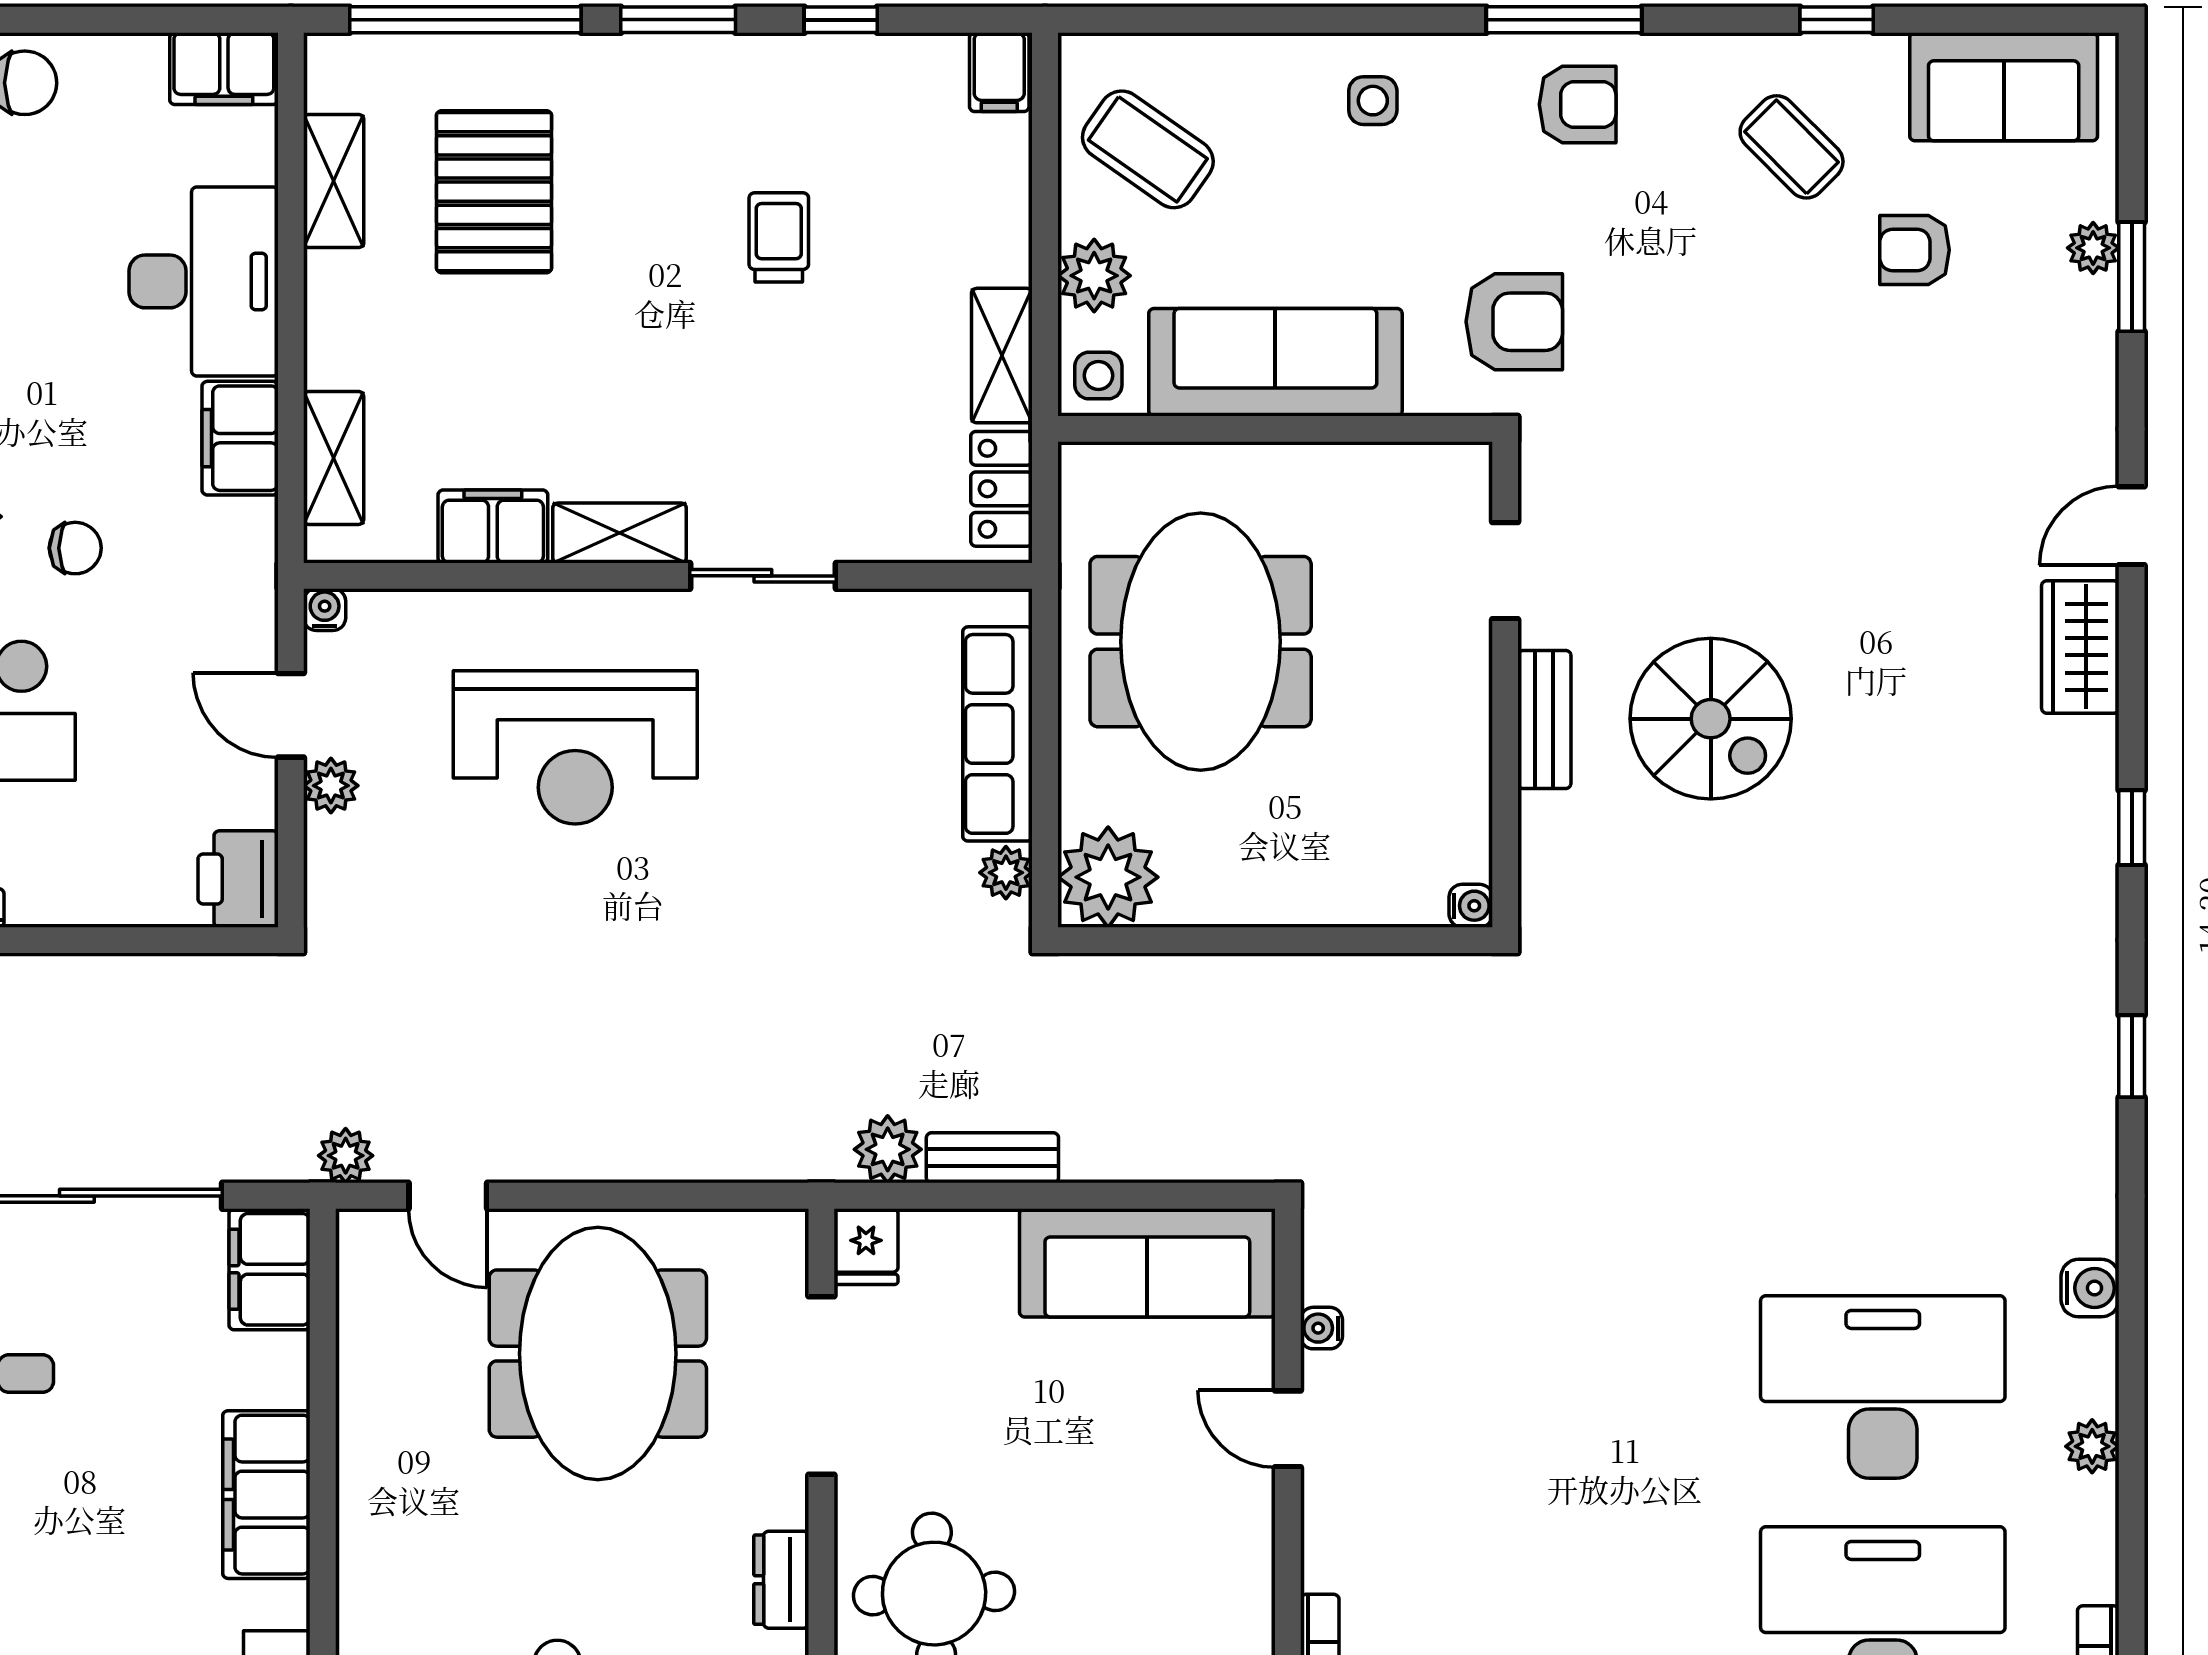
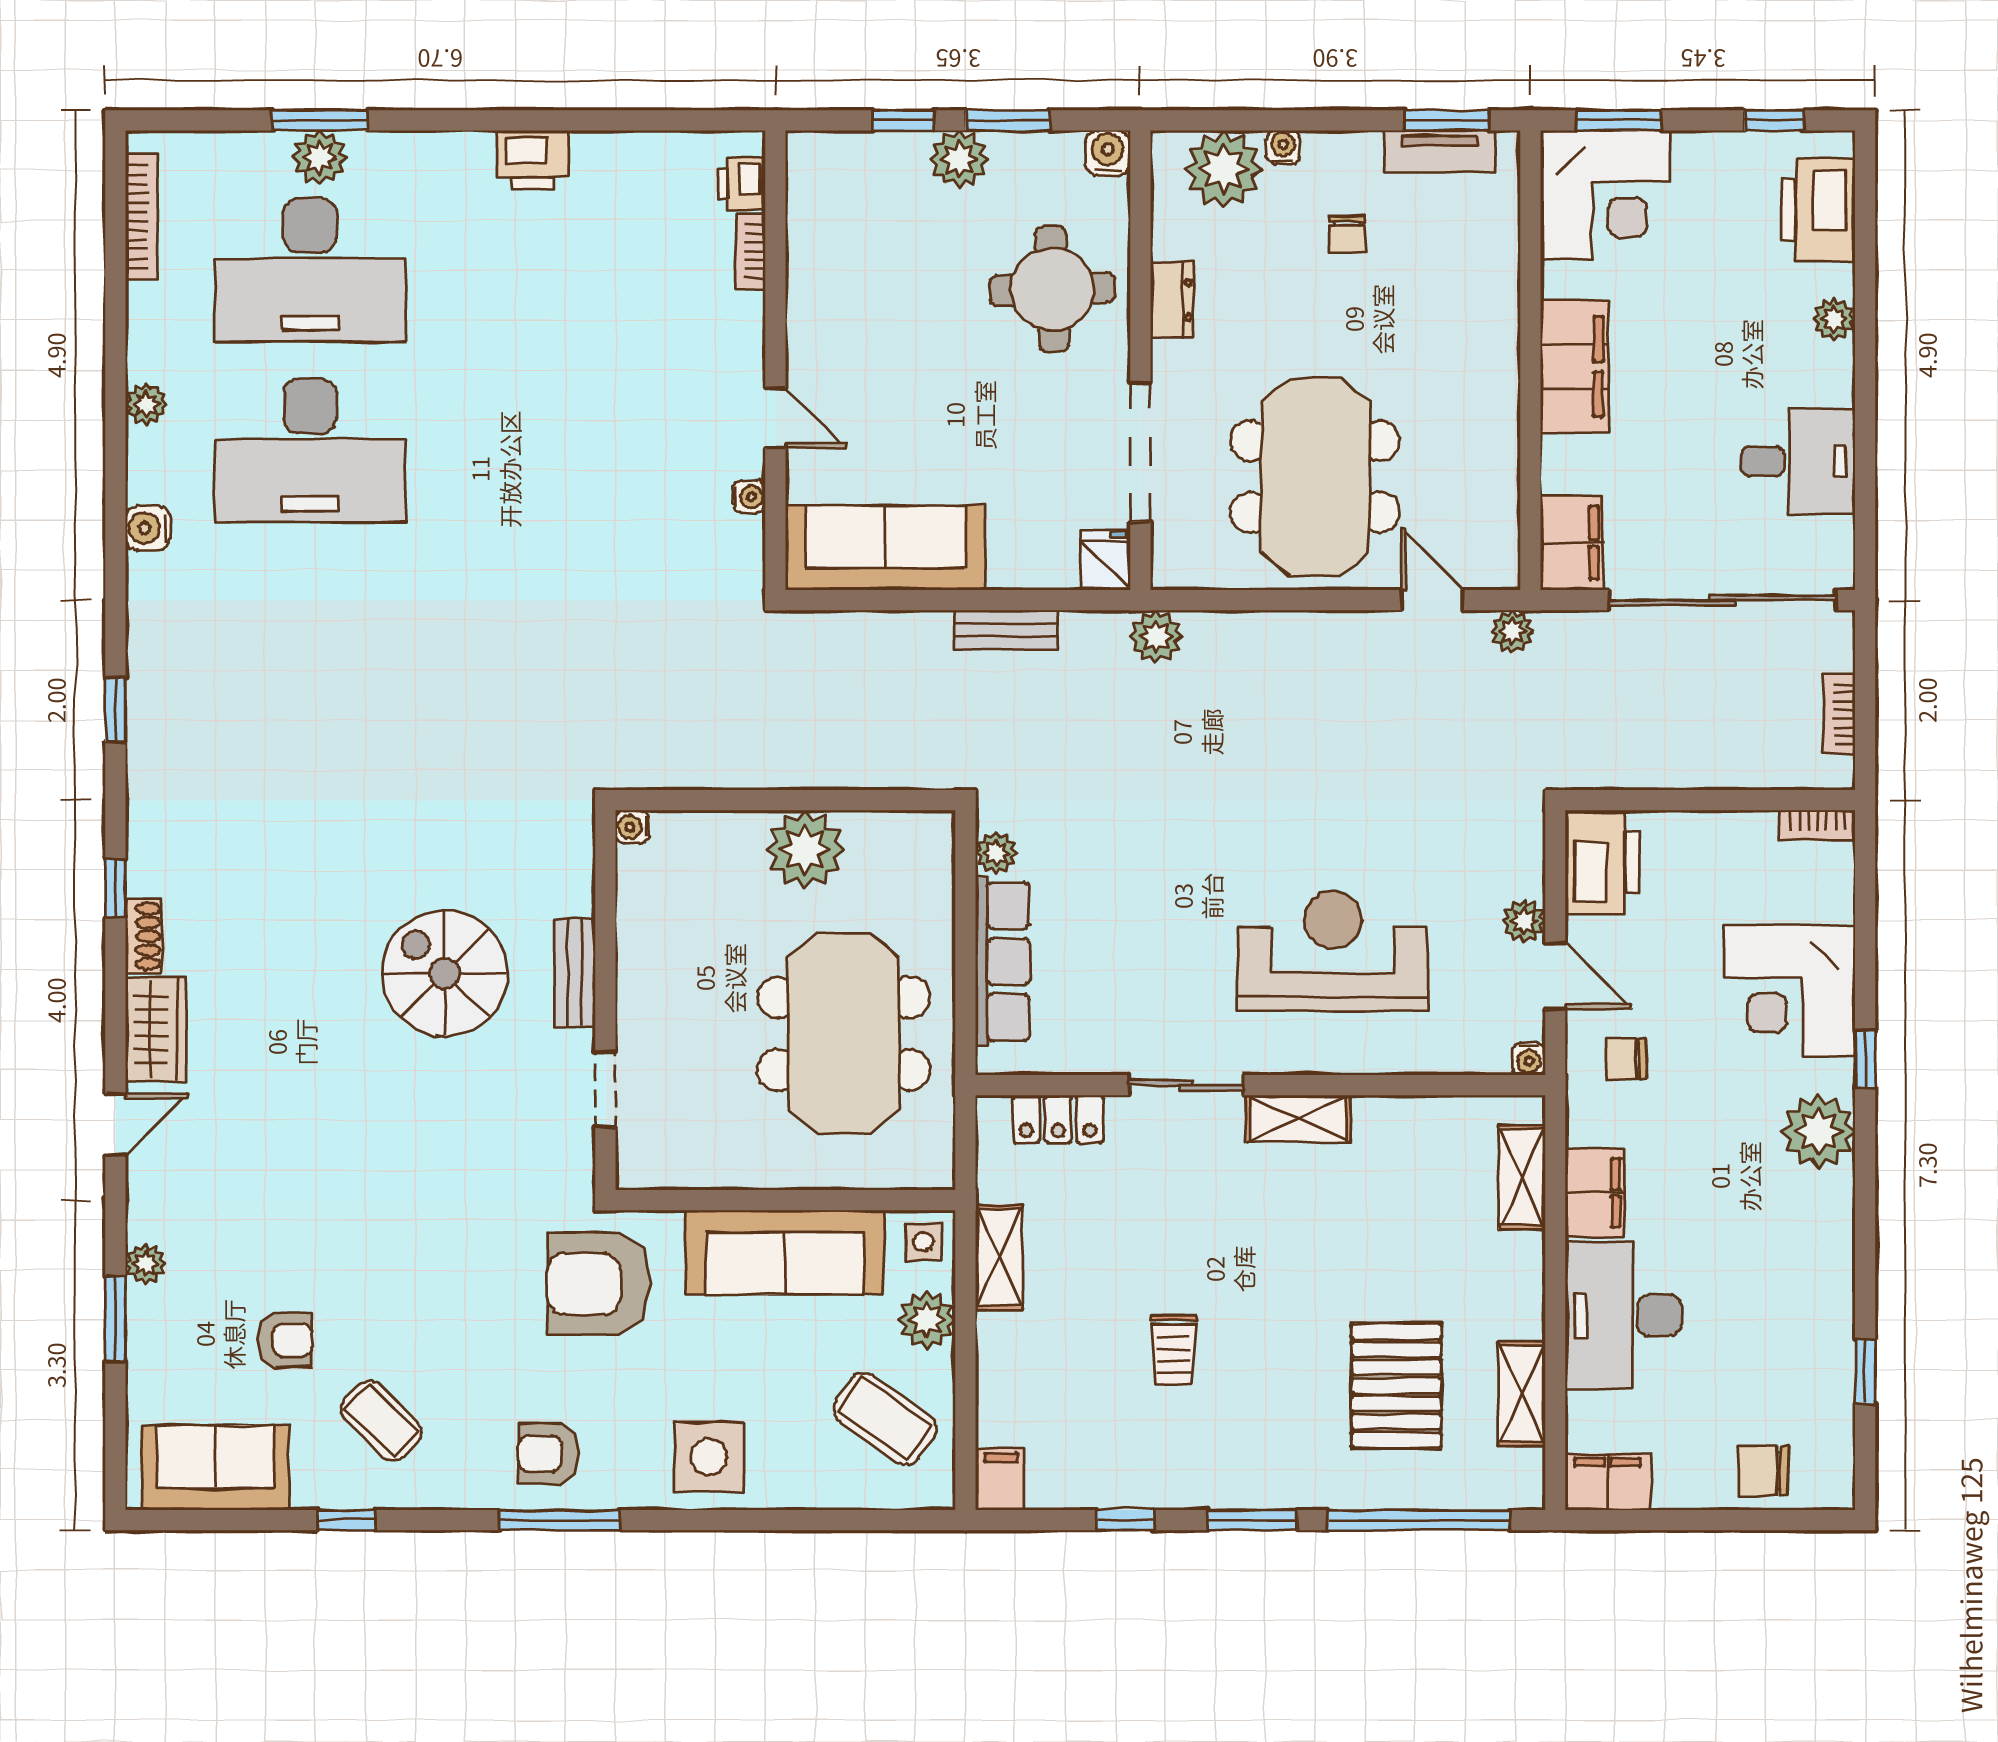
side table: (1373, 101) -> (709, 1457), width x1.87, depth x1.87
plant: (2093, 248) -> (145, 1264), moved
armchair: (1514, 322) -> (598, 1284), width x1.36, depth x1.36
locker: (1002, 489) -> (1058, 1119), moved, turned 90
filing cabinet: (493, 526) -> (1397, 1124), removed
chair: (75, 548) -> (1626, 1059), moved
shoe rack: (2096, 766) -> (144, 936), added
plant: (1108, 877) -> (805, 849), moved
printer: (238, 879) -> (1603, 862), width x1.37, depth x1.19
plant: (888, 1149) -> (1156, 637), moved

